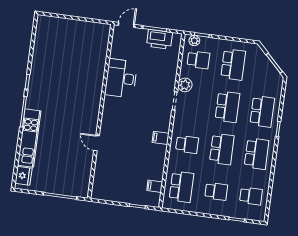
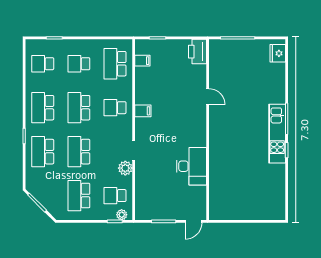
printer: (159, 39) -> (197, 52), moved, turned -90
kitchen unit: (29, 138) -> (277, 134), moved

